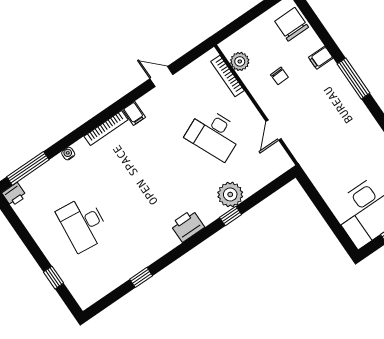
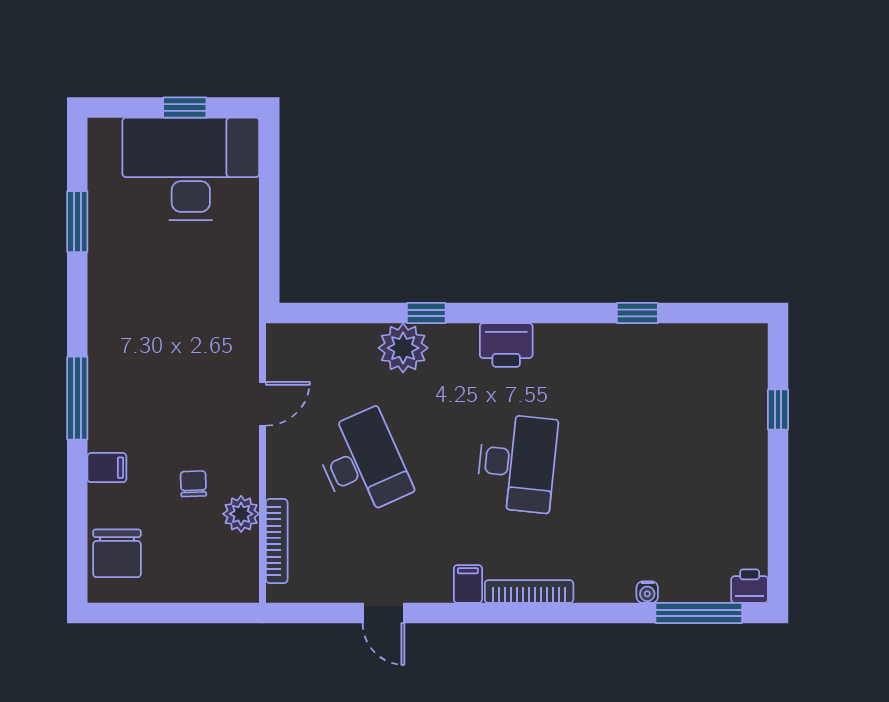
plant: (240, 61) -> (241, 514), moved
water cooler: (68, 154) -> (647, 592), moved
desk: (83, 224) -> (517, 463), moved

